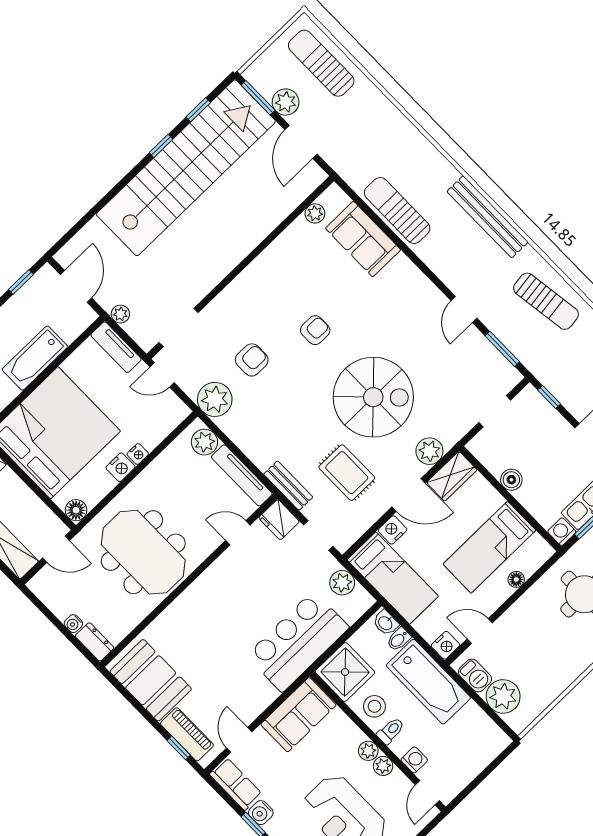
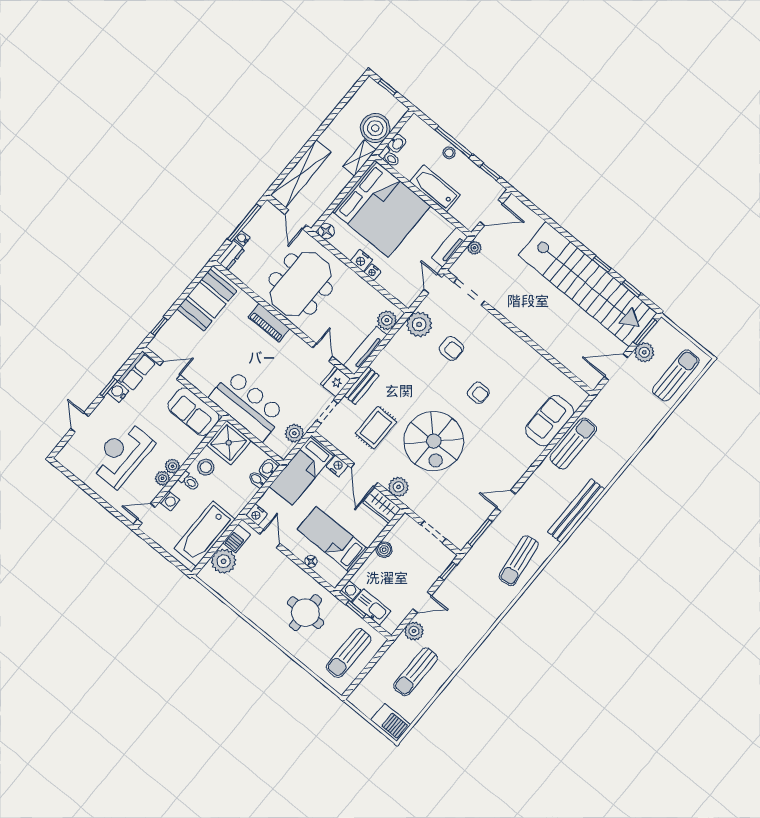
plant: (315, 213) -> (565, 383), removed
window: (53, 619) -> (244, 223), added
bathtub: (428, 682) -> (205, 534), moved
piano: (187, 734) -> (269, 323), moved, turned 90

